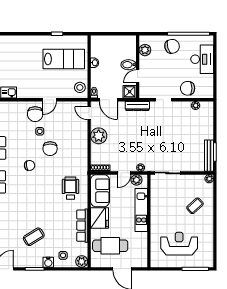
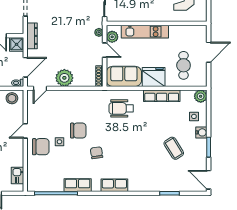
door: (50, 100) -> (25, 131), swing flipped
cafe table: (110, 246) -> (184, 65), width x0.73, depth x0.74

